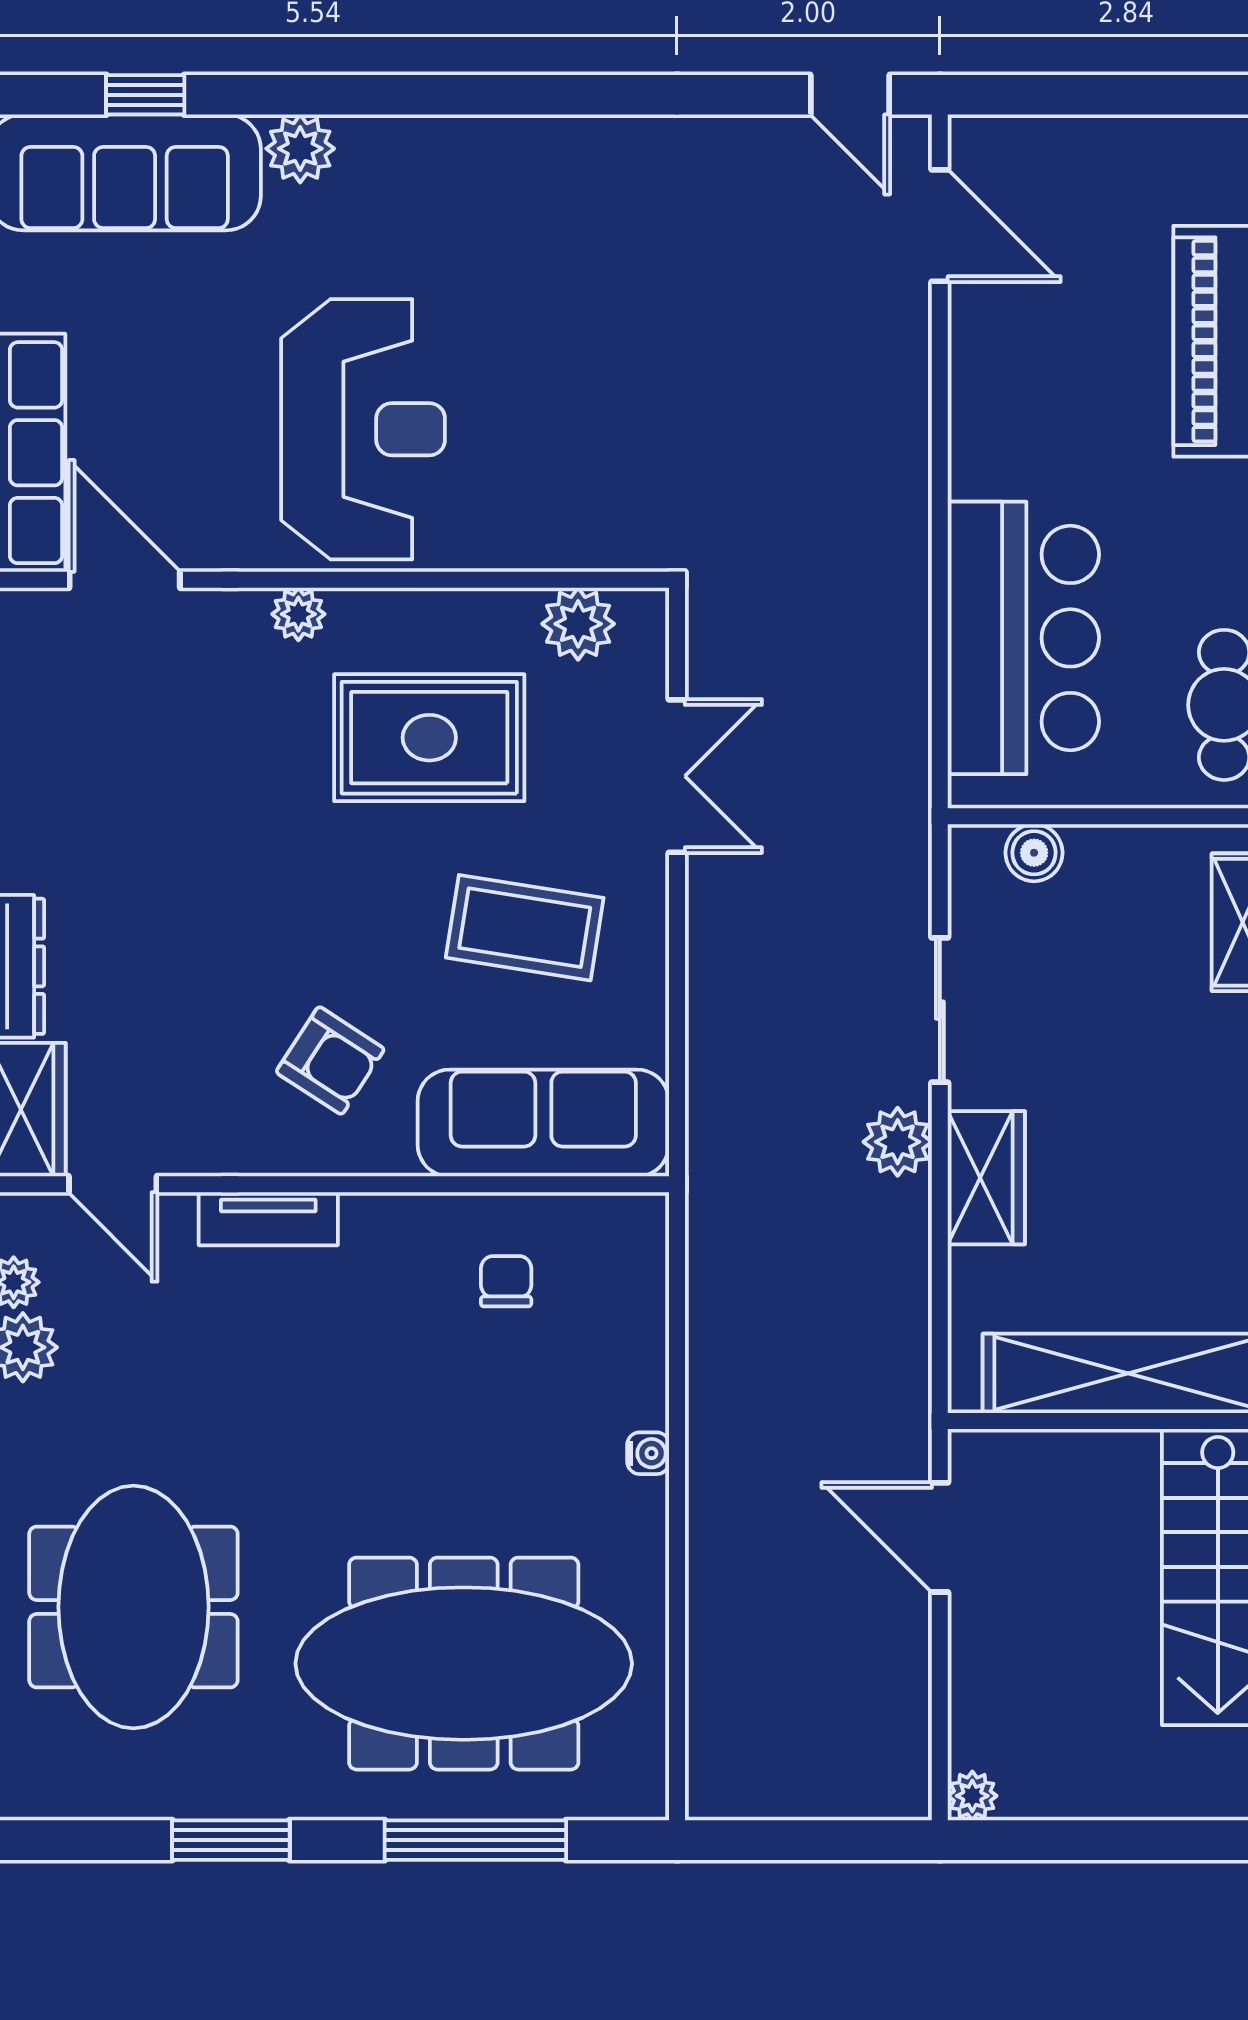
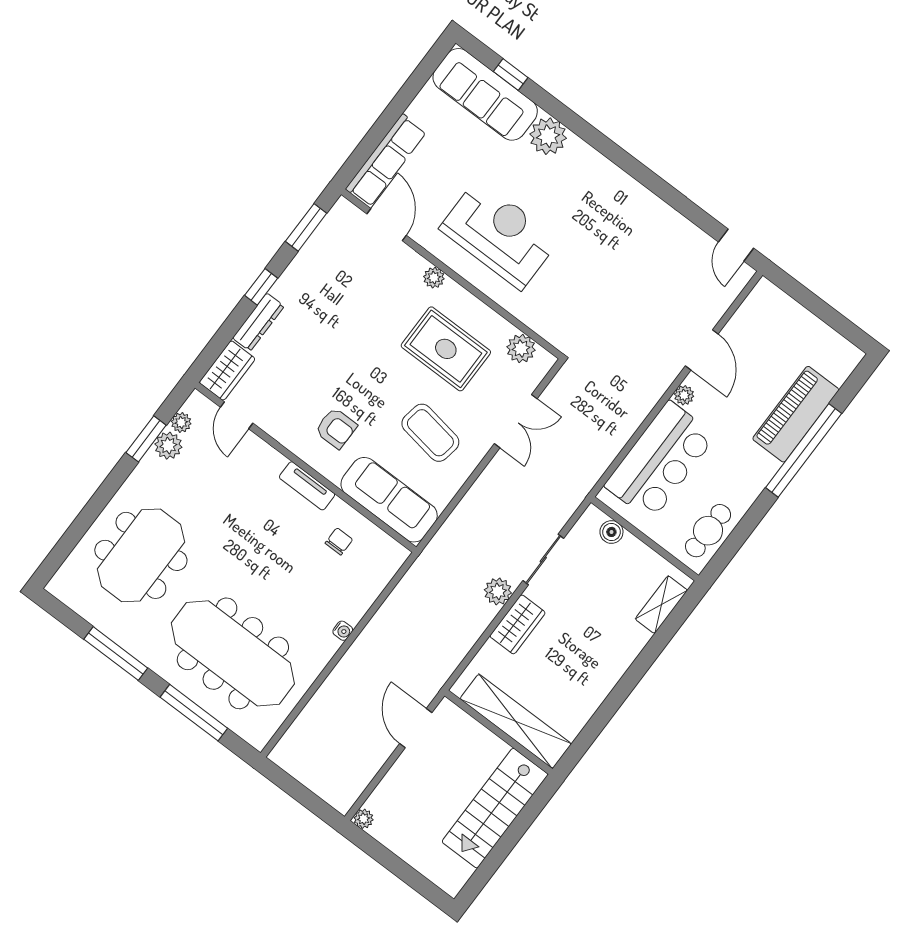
plant: (300, 149) -> (548, 136), width x1.36, depth x1.36
door: (940, 226) -> (702, 350), moved
reception desk: (363, 429) -> (499, 234), turned -90
plant: (973, 472) -> (684, 395), added
armchair: (330, 1061) -> (336, 428), turned -33
tv unit: (268, 1219) -> (307, 486), moved
window: (231, 1840) -> (116, 654), width x1.44

